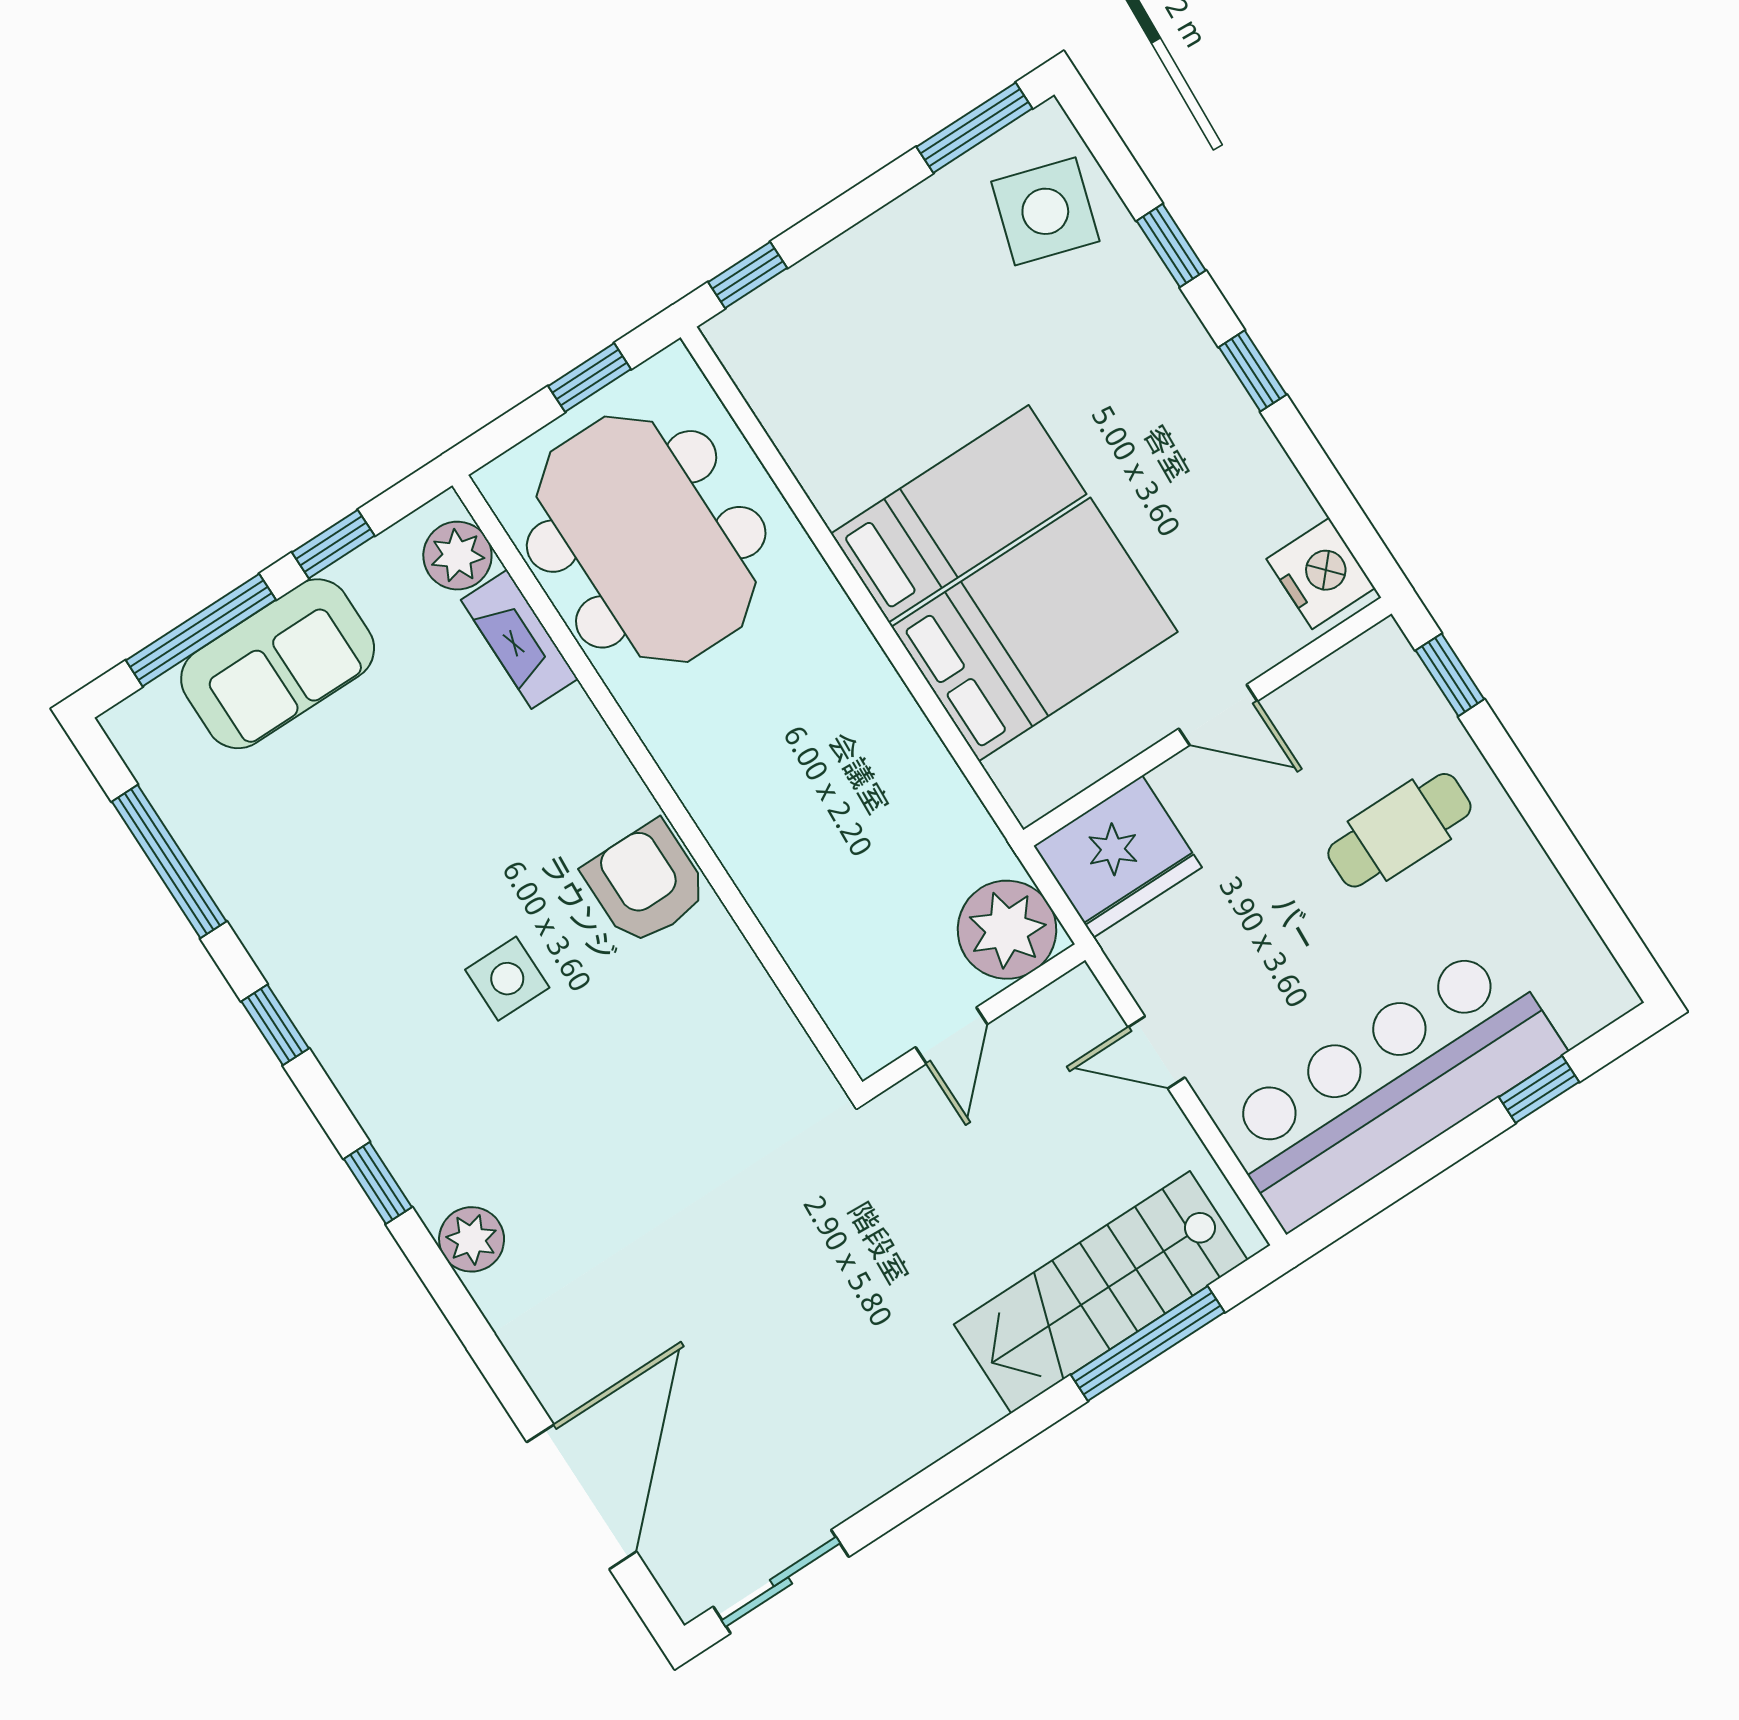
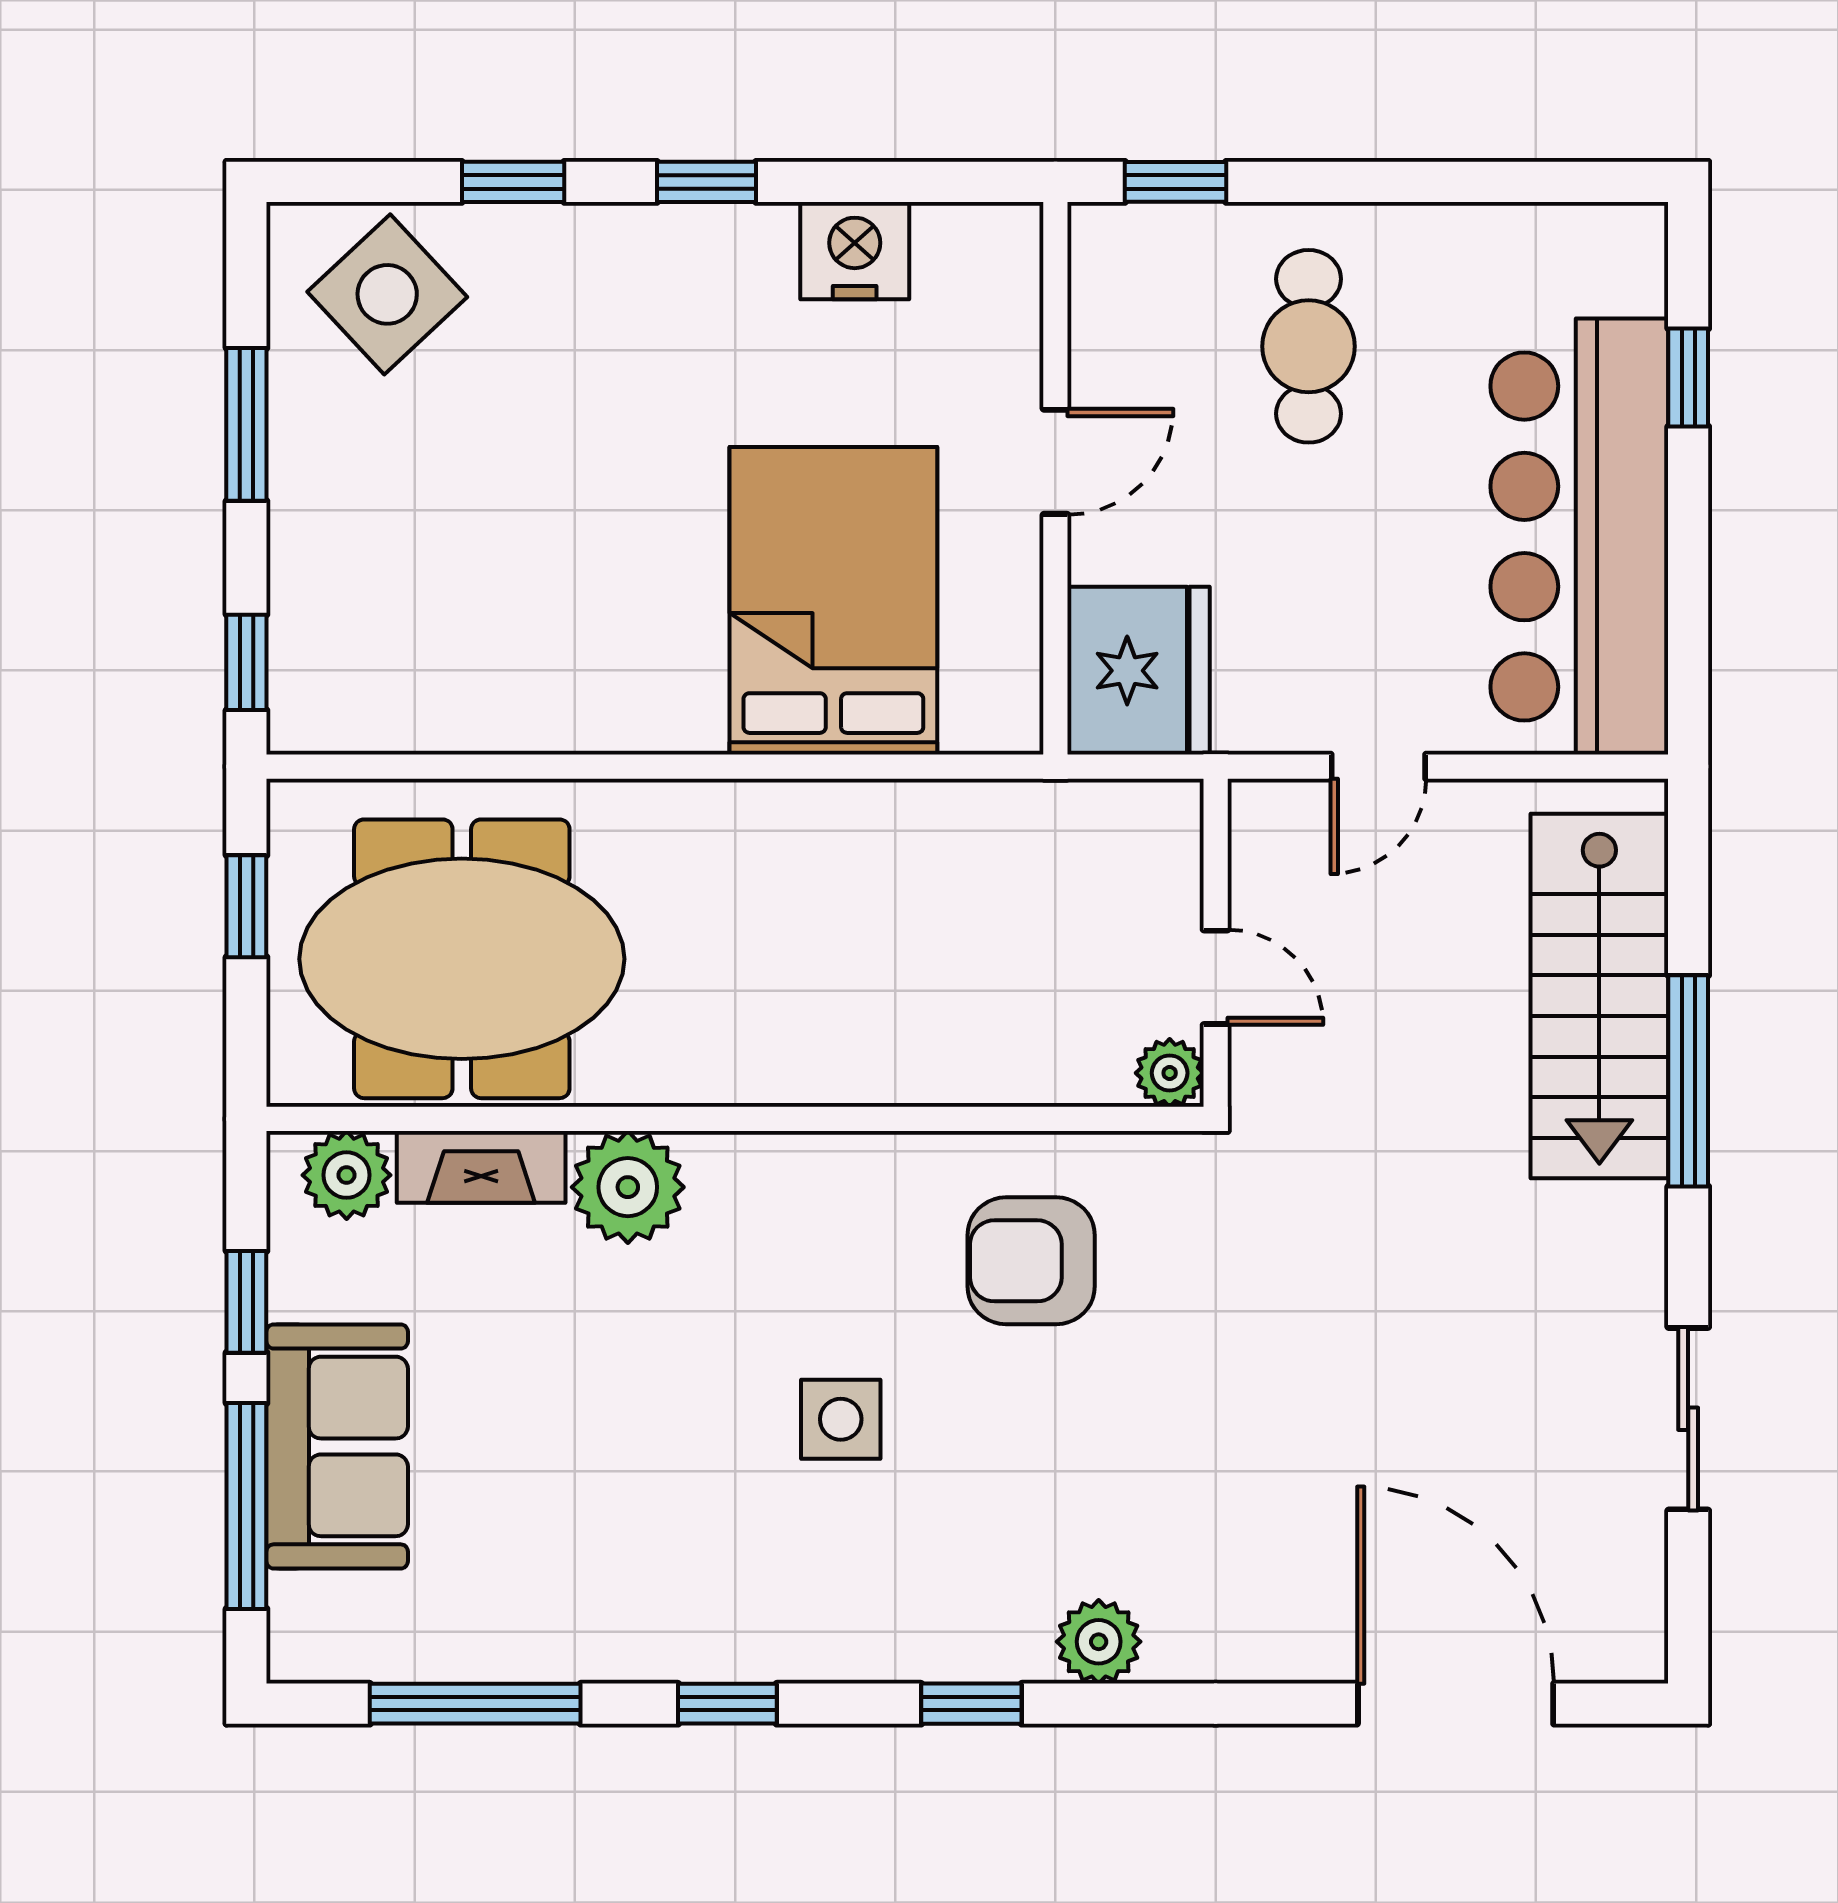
window: (974, 128) -> (246, 424), moved
side table: (1045, 211) -> (387, 294), turned 30
bed: (959, 514) -> (654, 602), removed
nightstand: (1321, 573) -> (855, 251), moved
plant: (568, 743) -> (628, 1187), added
armchair: (646, 883) -> (1031, 1261), moved
plant: (1007, 930) -> (1170, 1073), moved, width x0.53, depth x0.53
window: (1148, 1343) -> (1688, 1081), moved
sliding door: (781, 1582) -> (1688, 1419), moved

